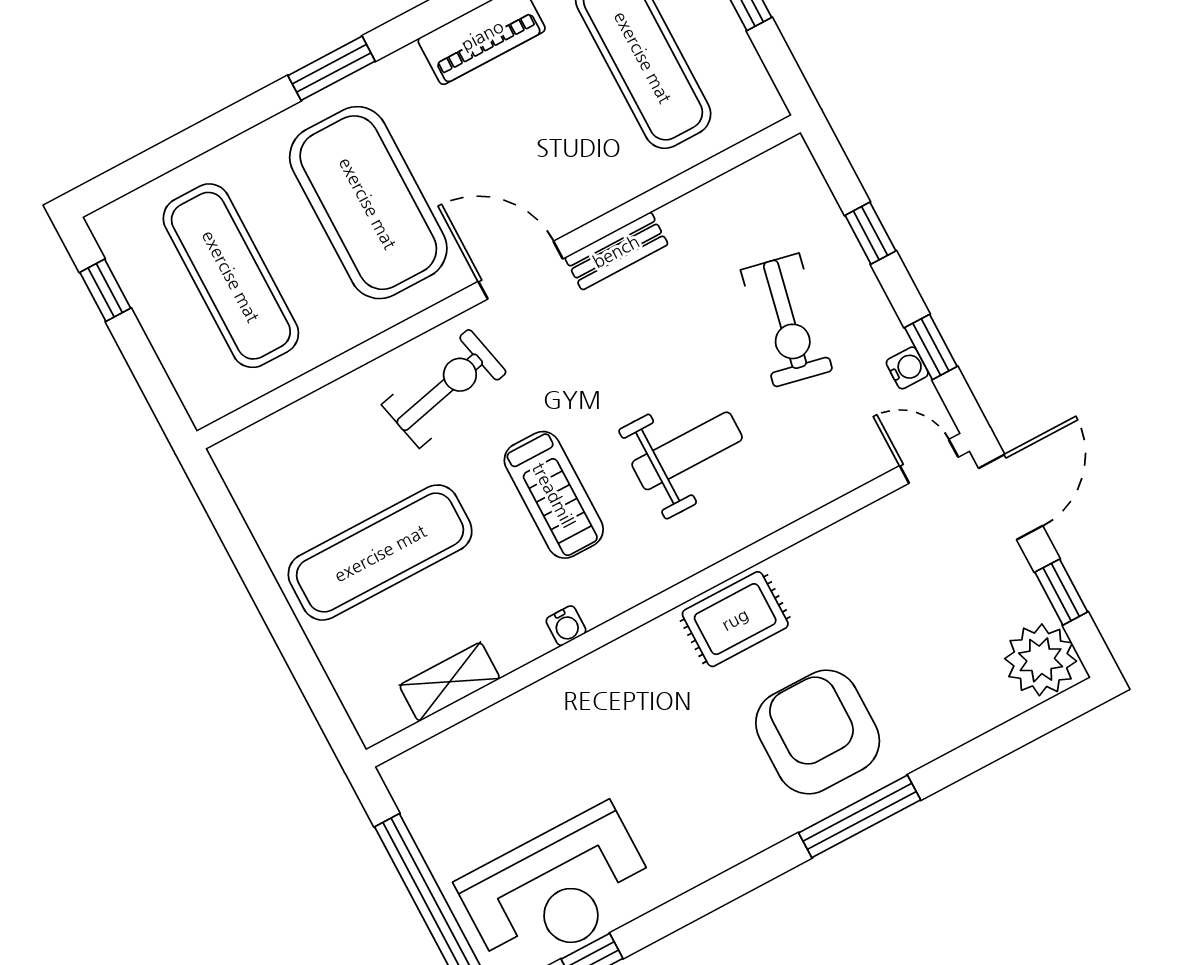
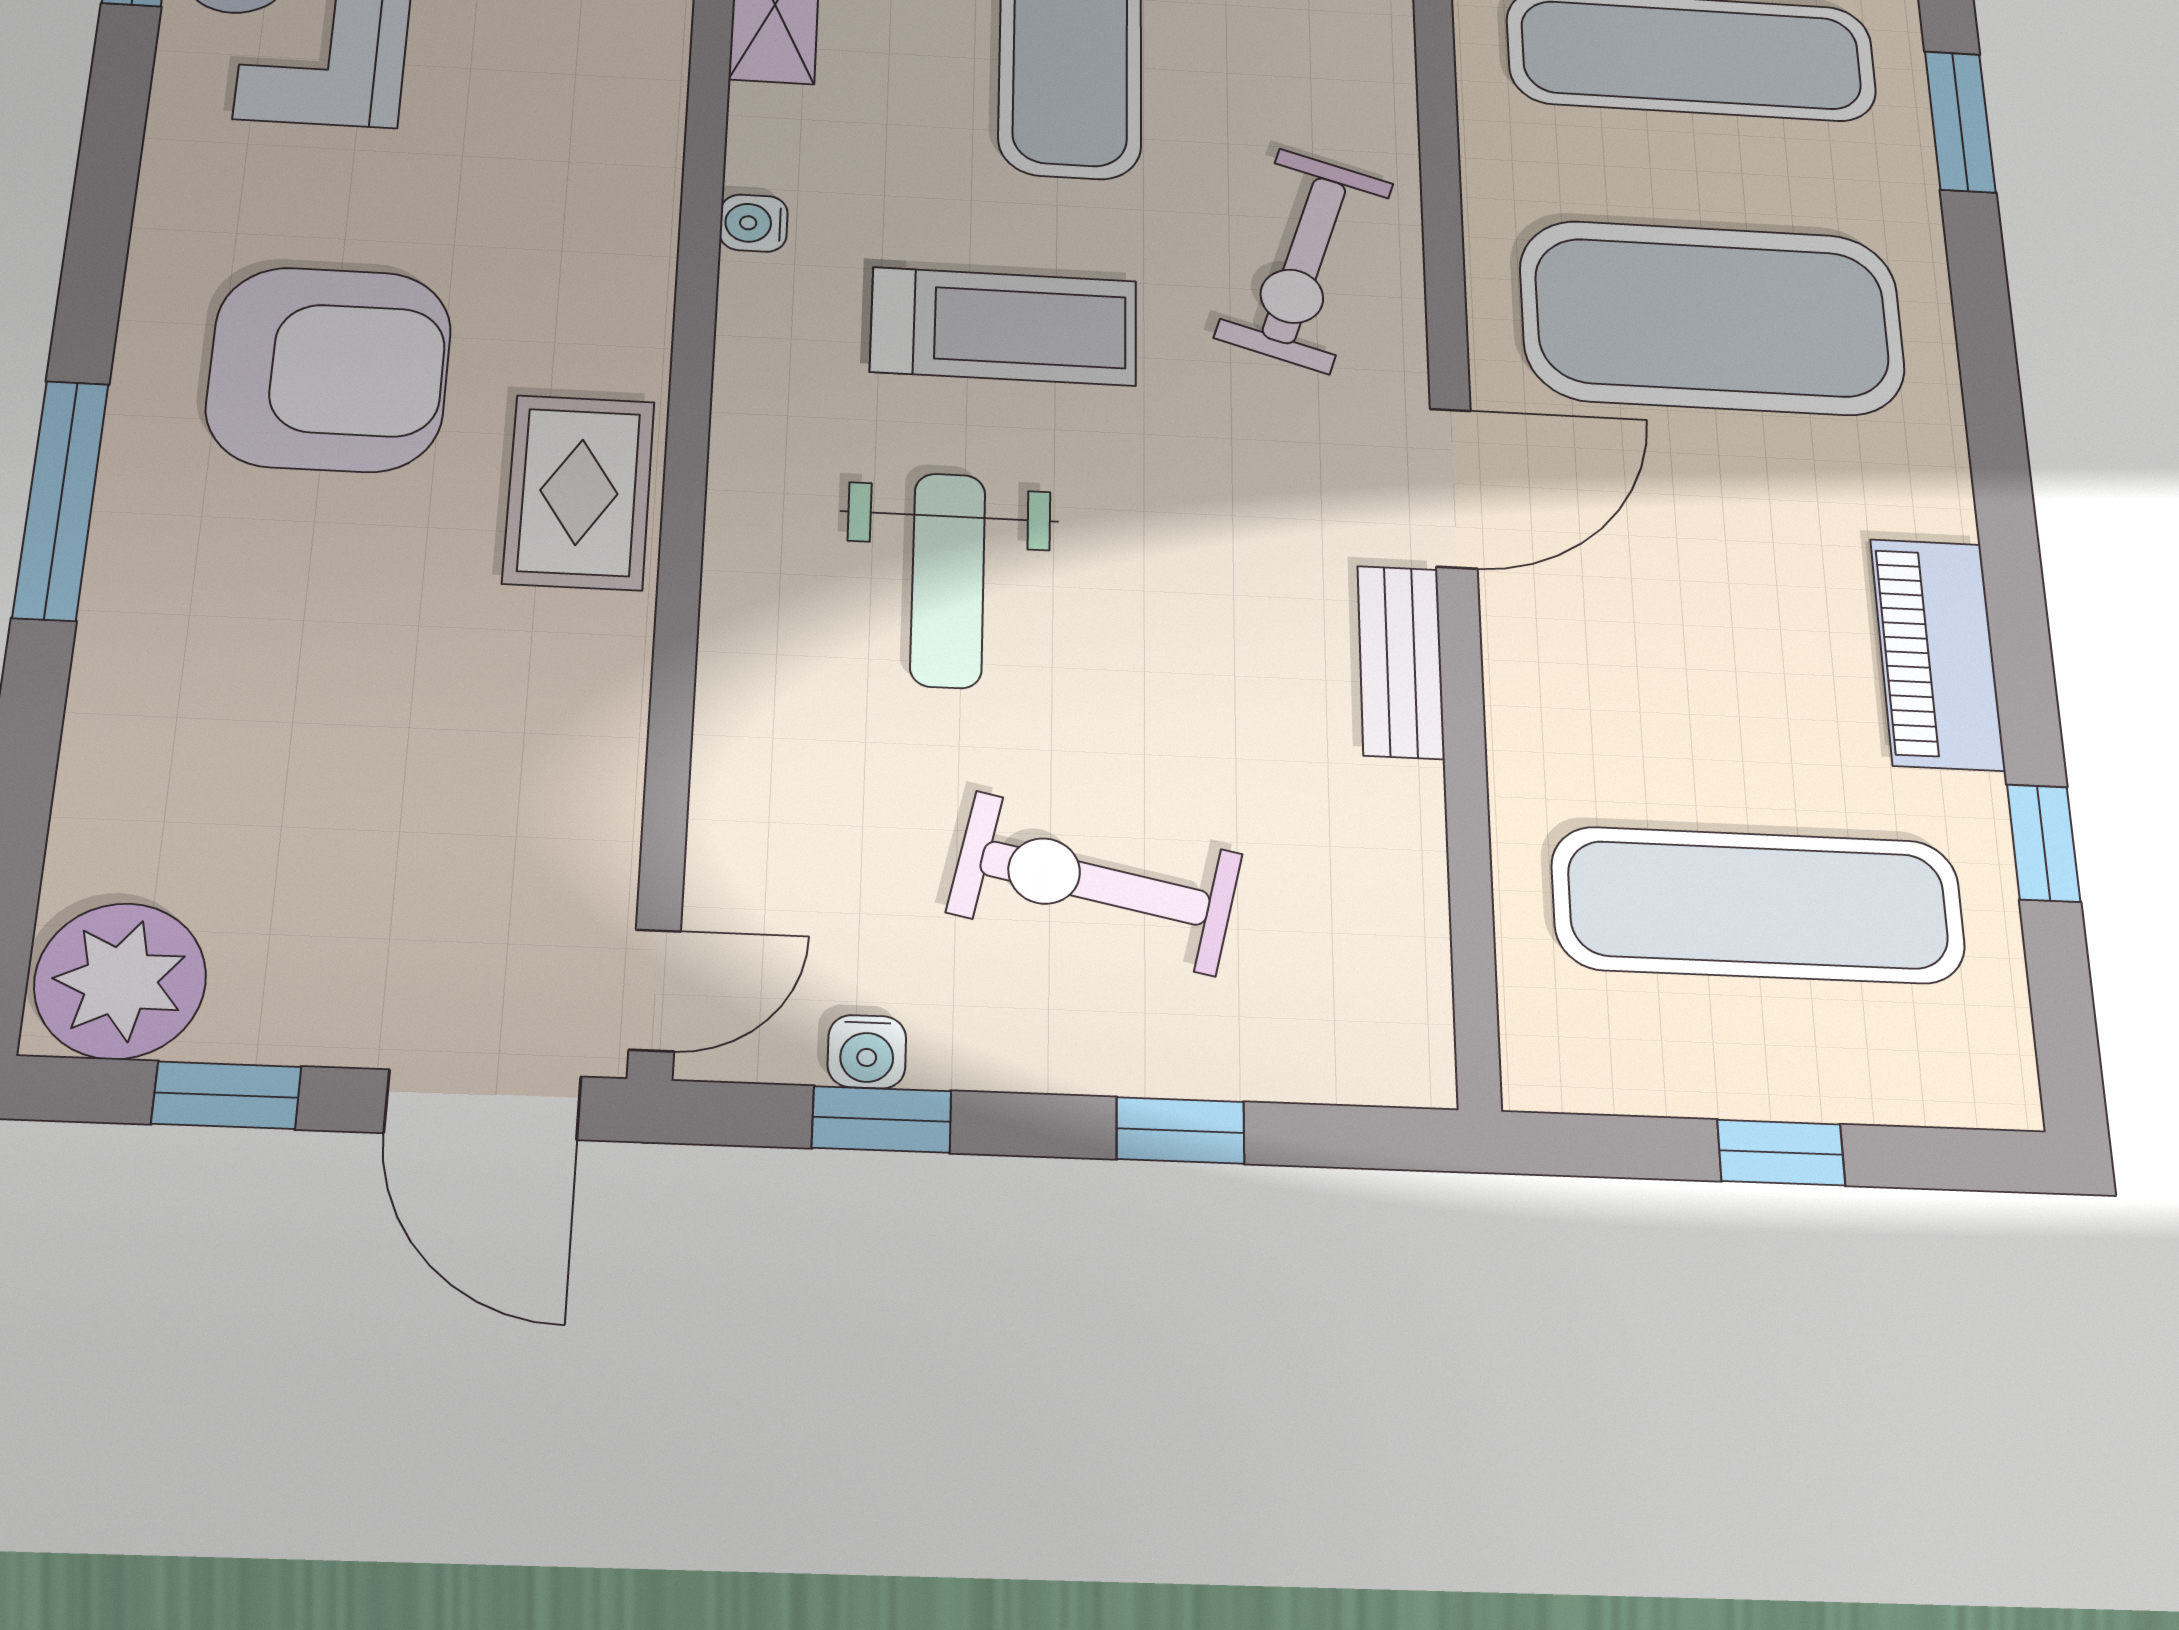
window: (332, 68) -> (1960, 122), moved
exercise bike: (444, 388) -> (1304, 260), turned 30
treadmill: (554, 495) -> (1004, 326), turned 180
armchair: (818, 732) -> (329, 369), moved

